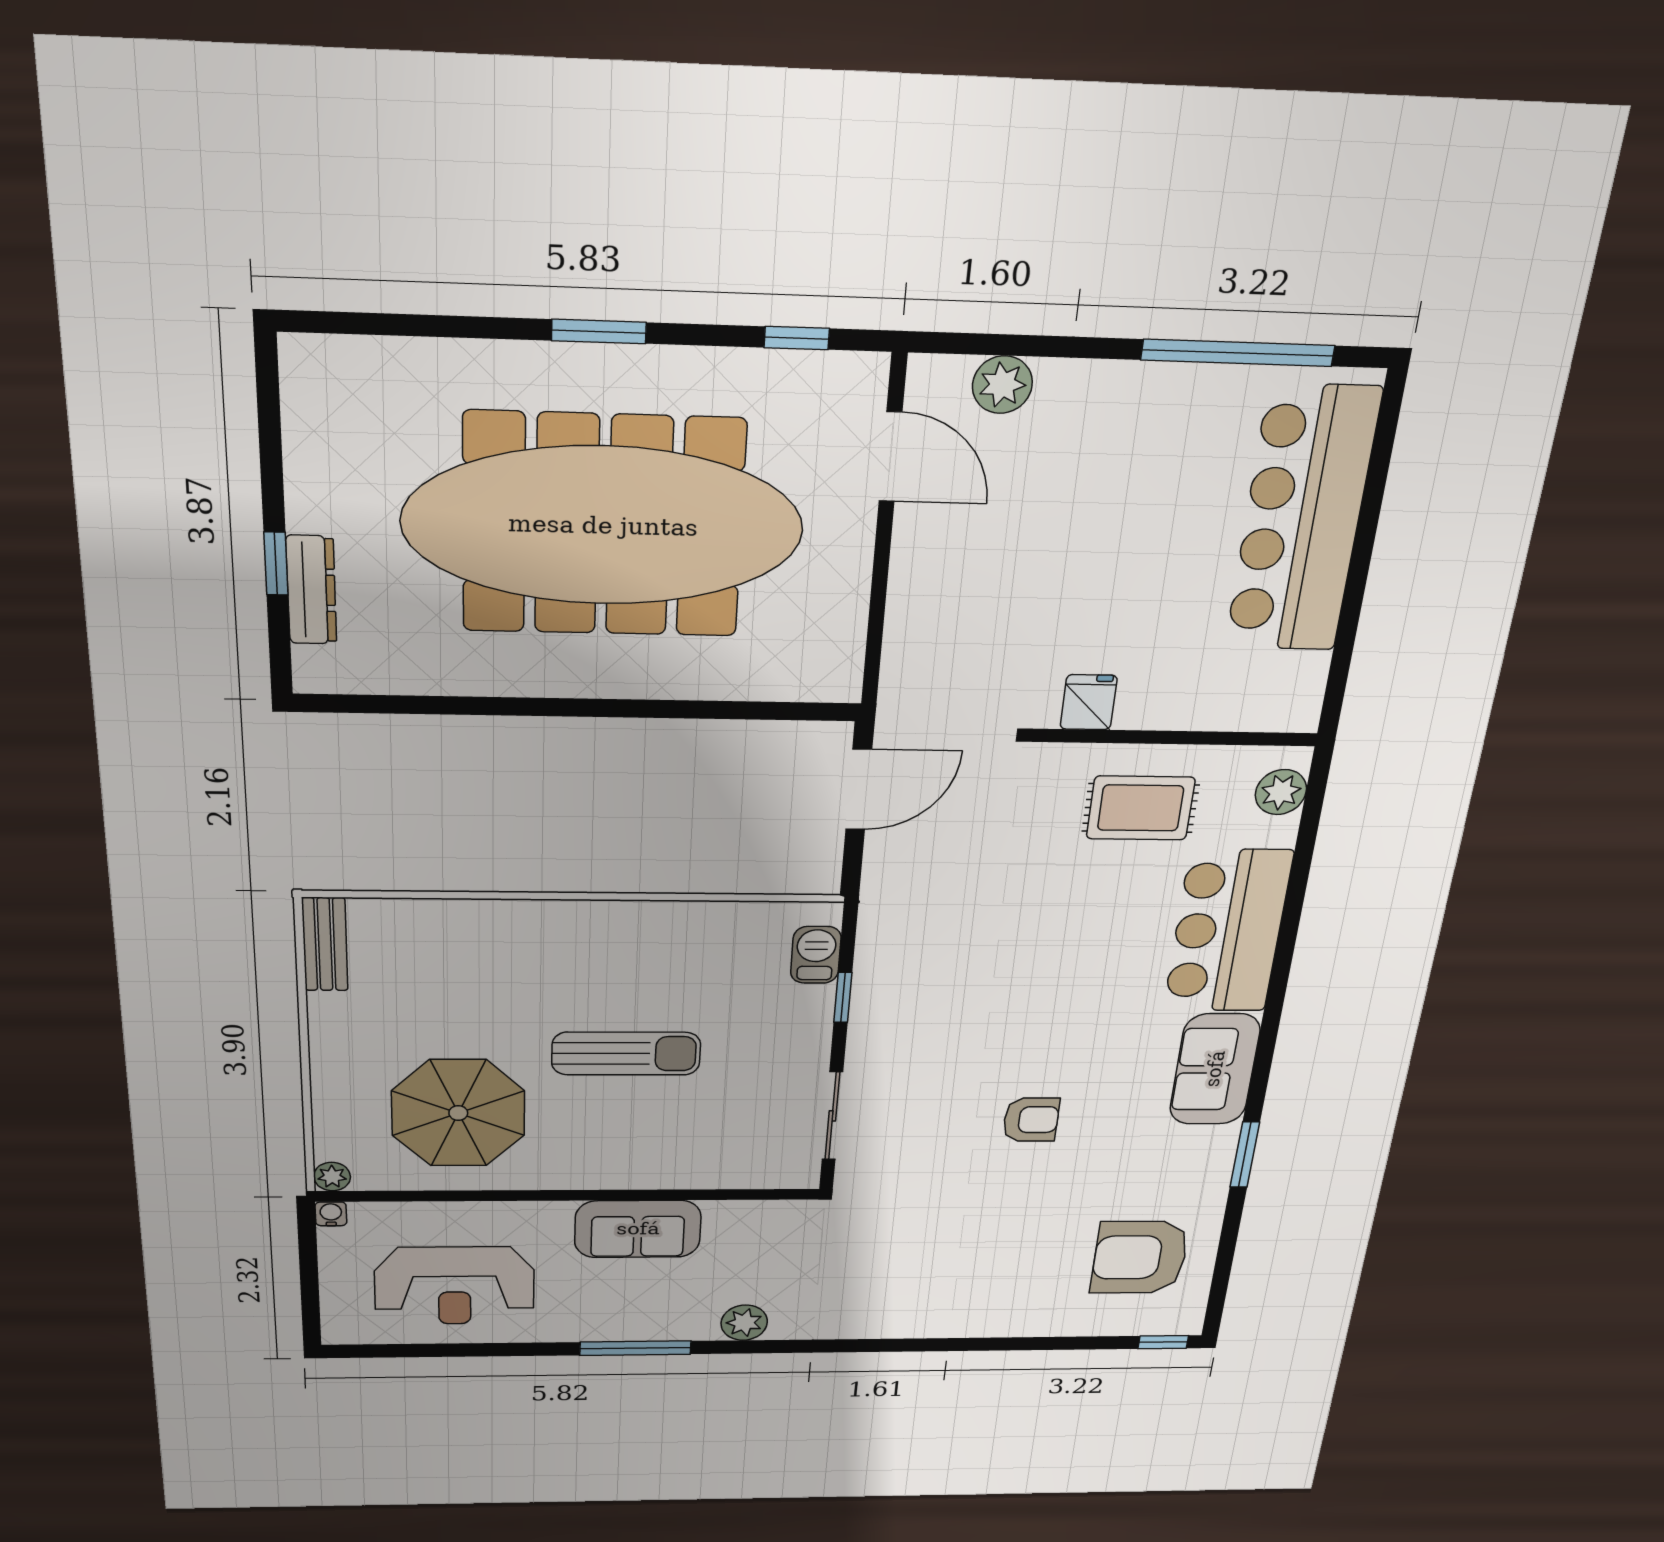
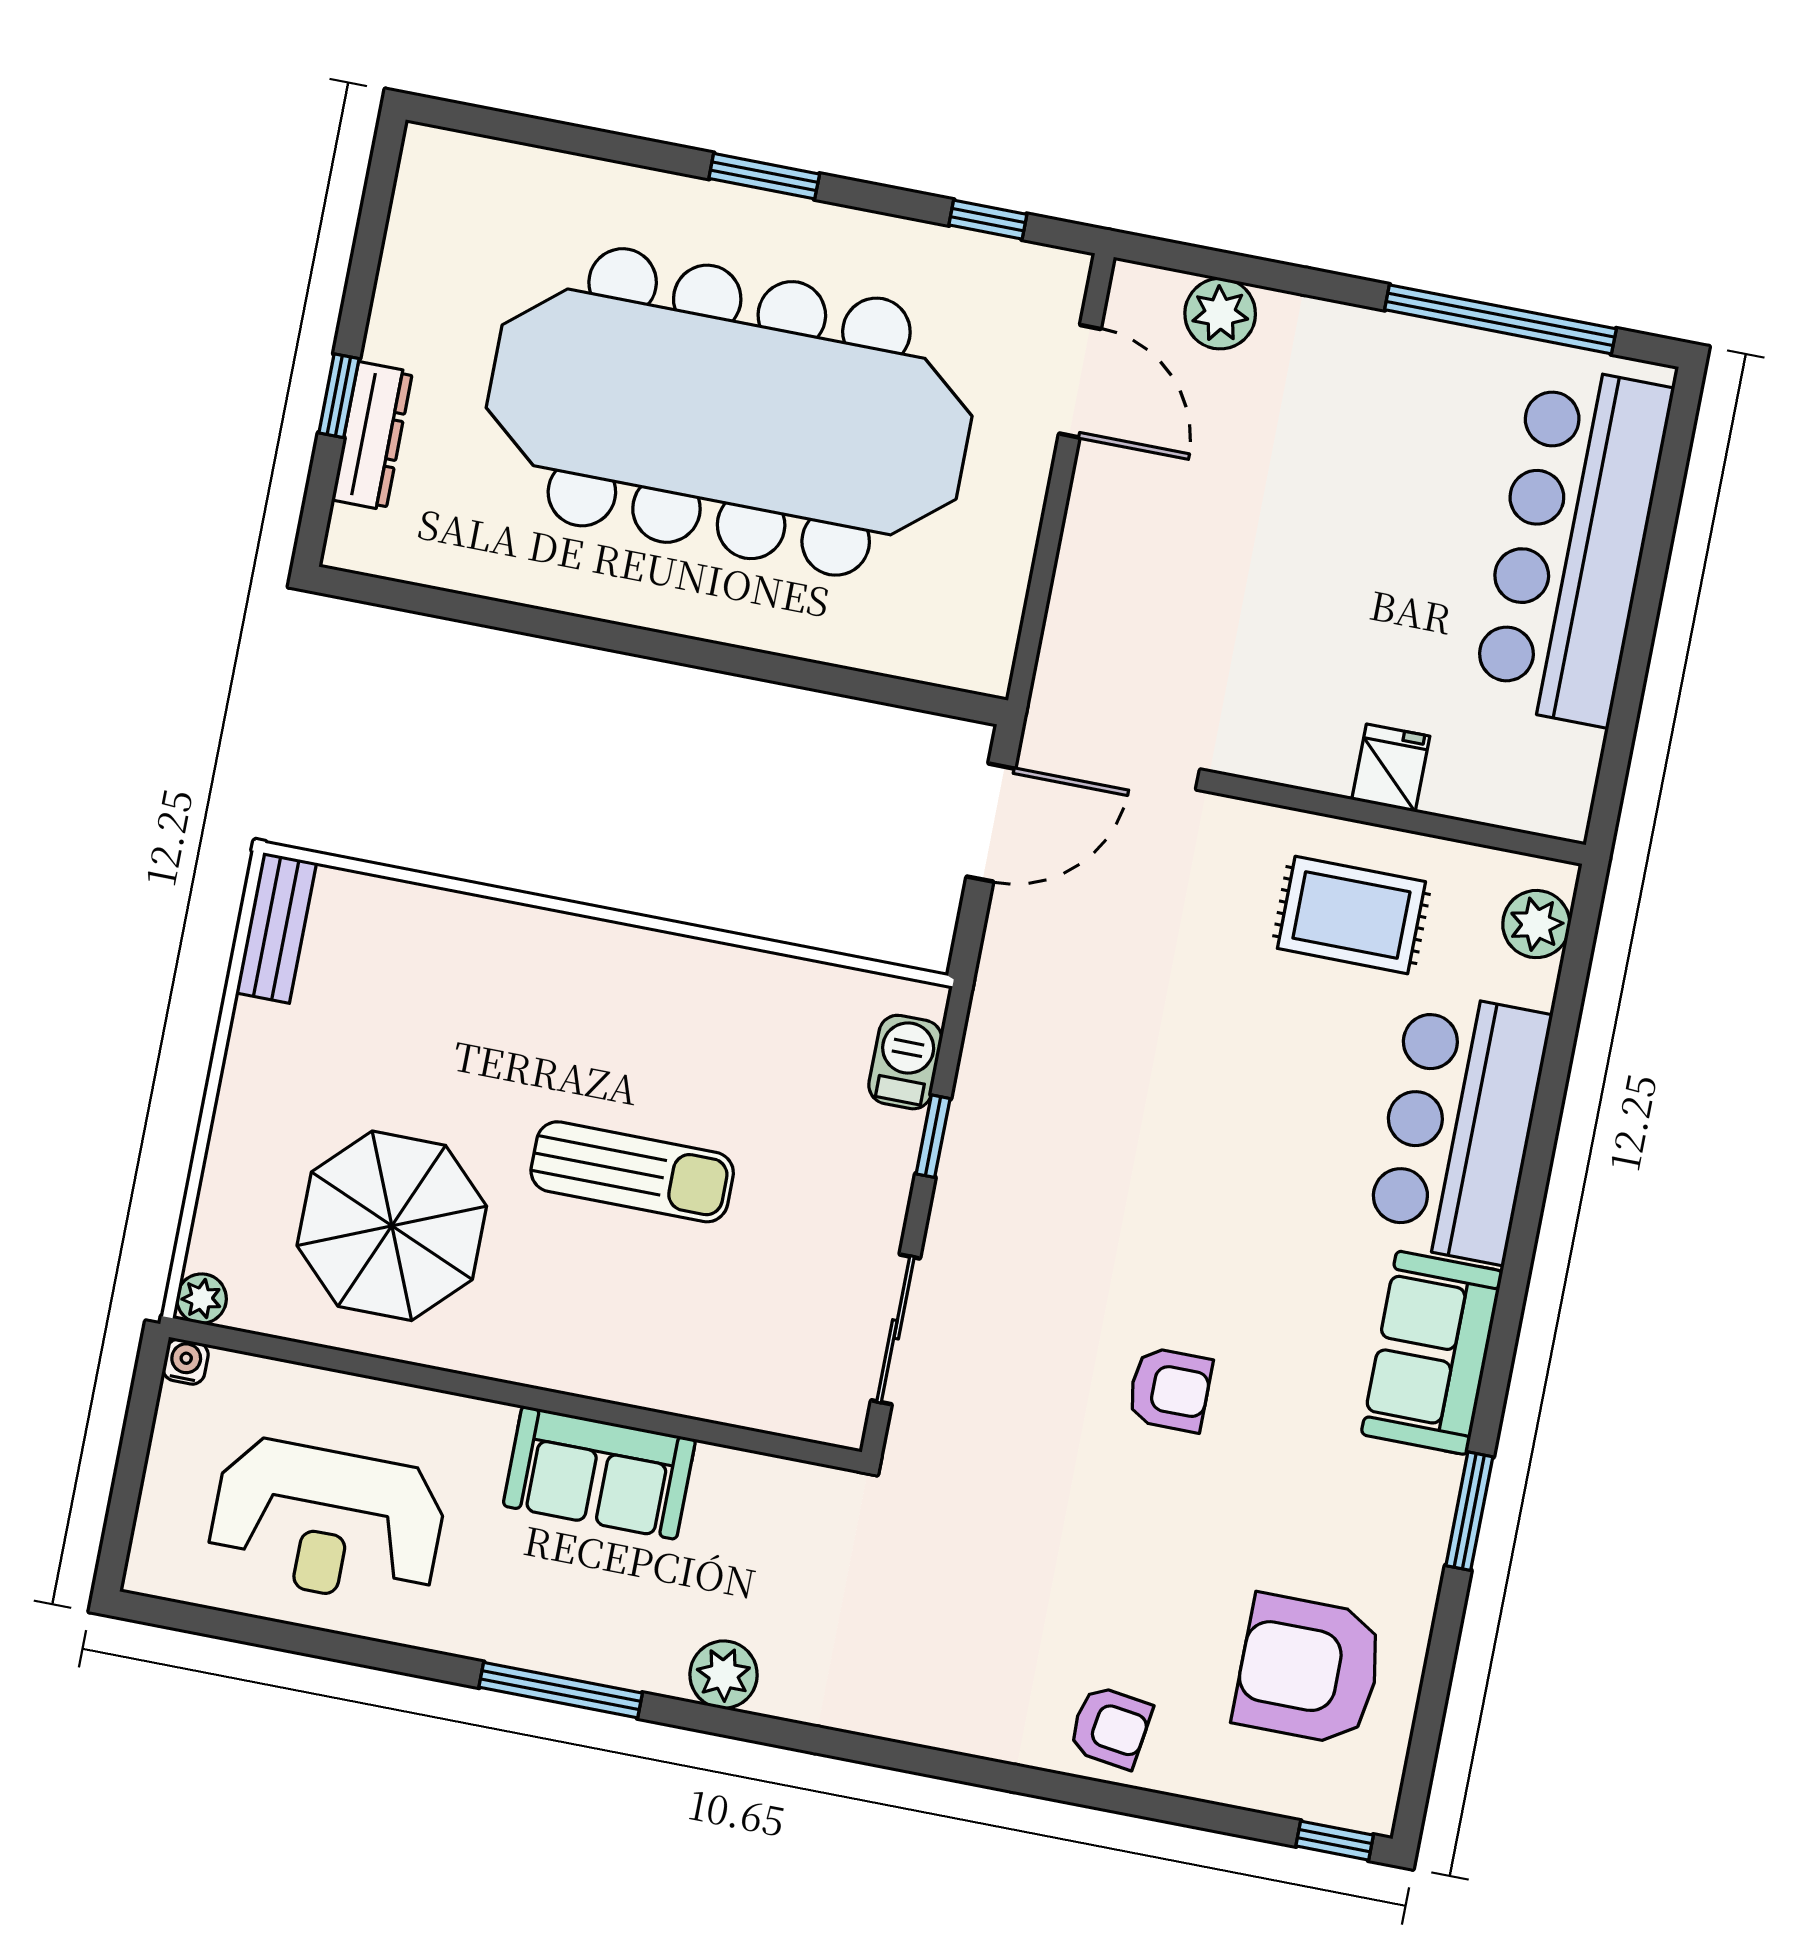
fridge: (1089, 702) -> (1391, 768), moved
armchair: (1009, 1308) -> (1110, 1727), added

